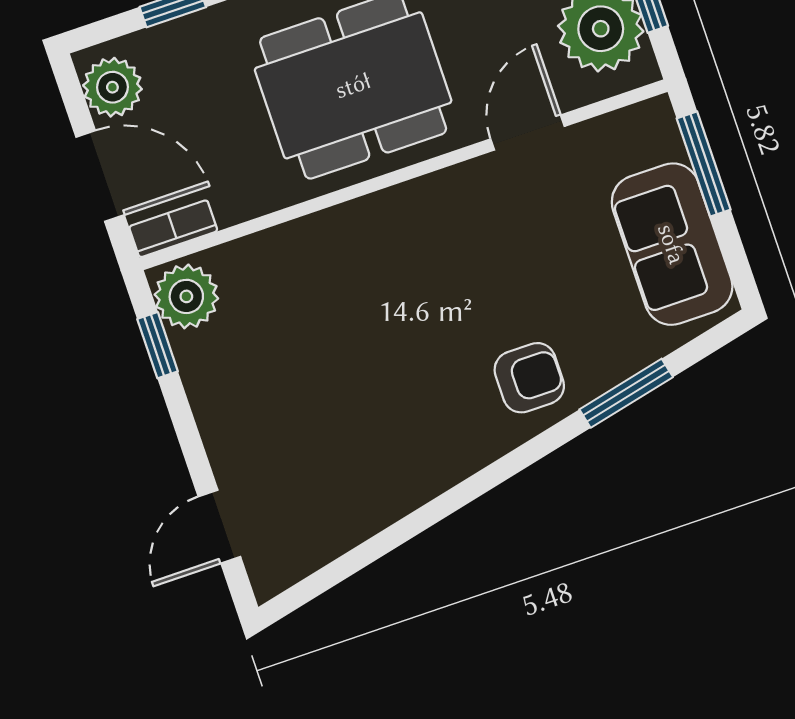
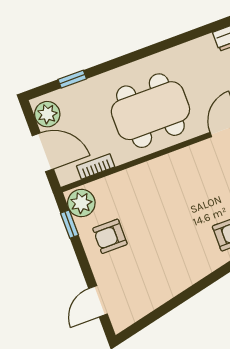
bookcase: (173, 229) -> (96, 166), moved
armchair: (251, 376) -> (110, 236), added

